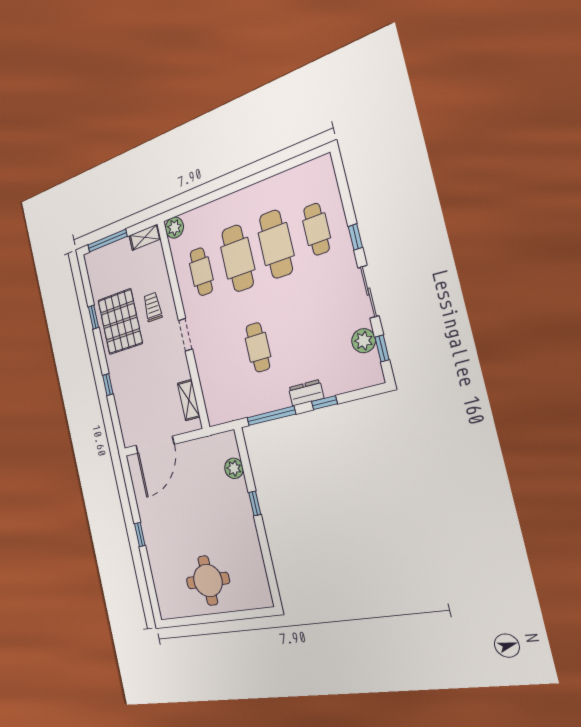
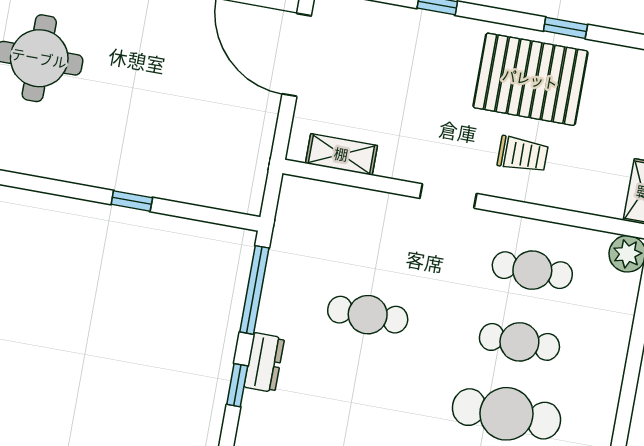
cafe table: (238, 258) -> (519, 342), width x0.73, depth x0.74
plant: (234, 468) -> (200, 188), removed

